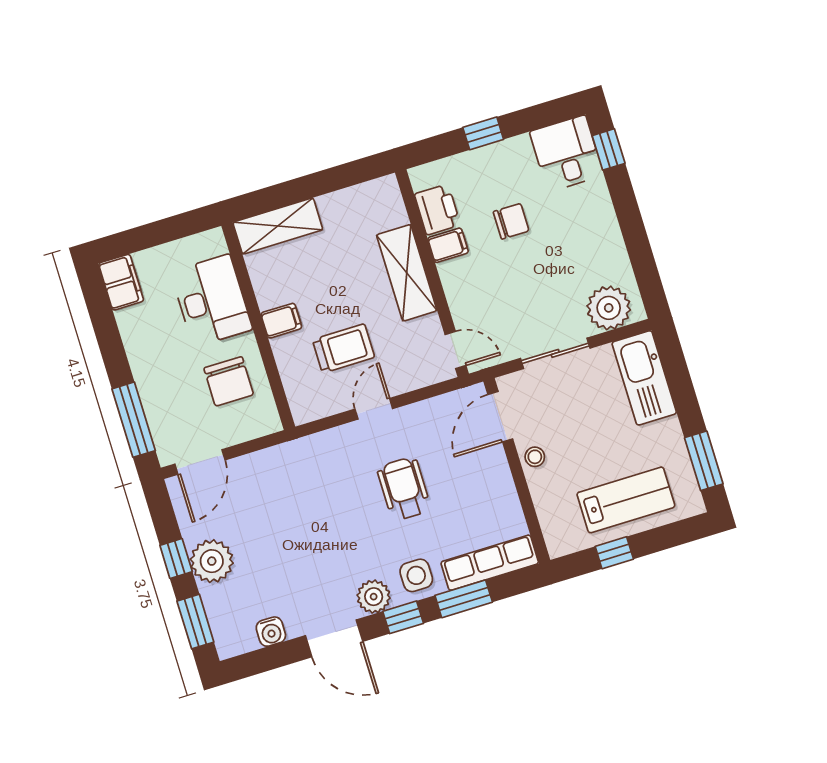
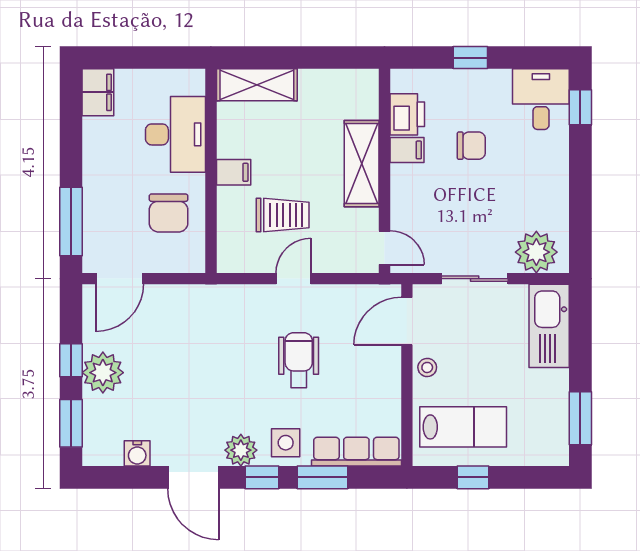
lab bench: (626, 500) -> (463, 427), moved

